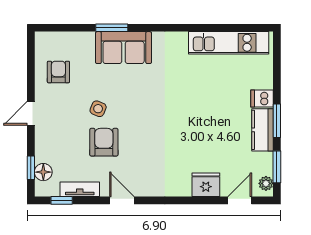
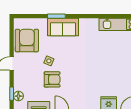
armchair: (58, 72) -> (27, 41), width x1.88, depth x1.88
armchair: (104, 142) -> (52, 79), turned 90

